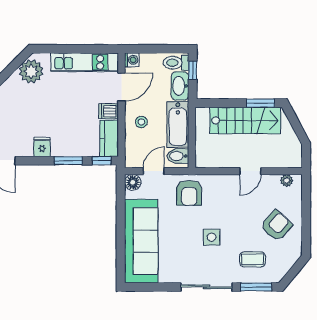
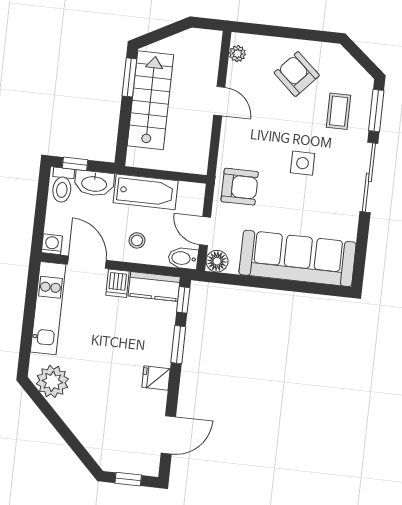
bidet: (178, 156) -> (183, 258), moved, turned 90

